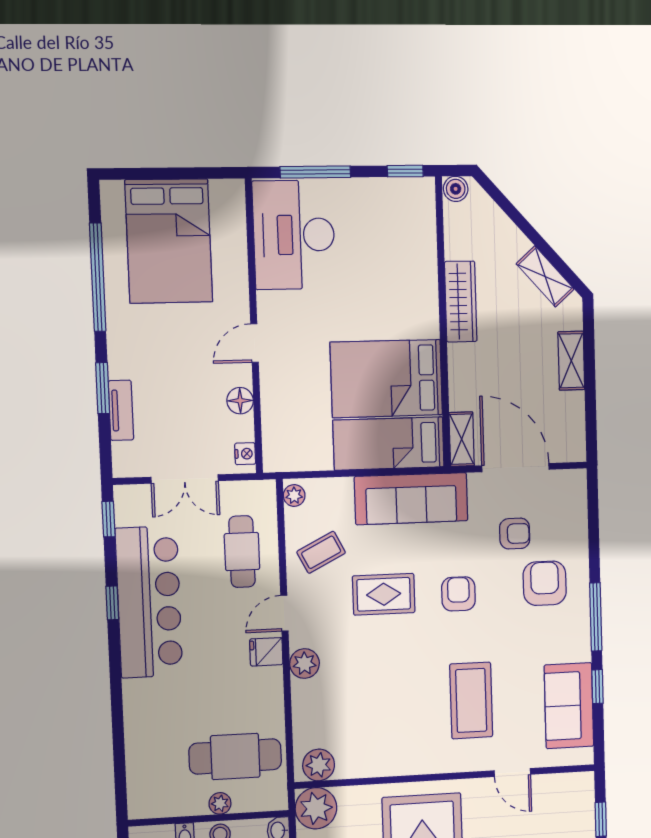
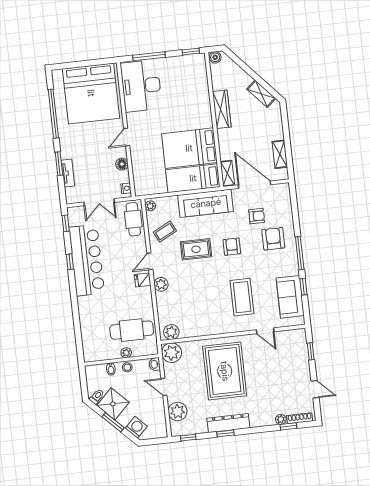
bed: (169, 241) -> (91, 93), width x1.36
shelving: (571, 361) -> (280, 154), moved
cafe table: (242, 552) -> (133, 219), moved

